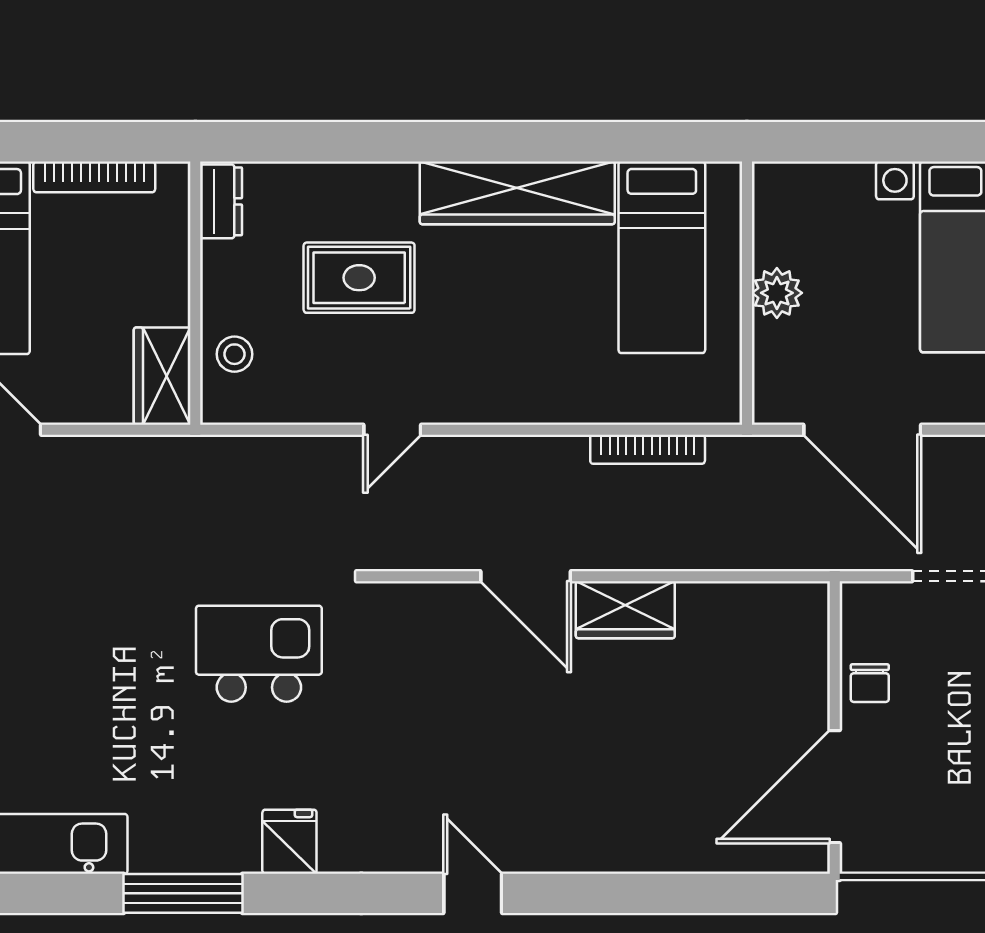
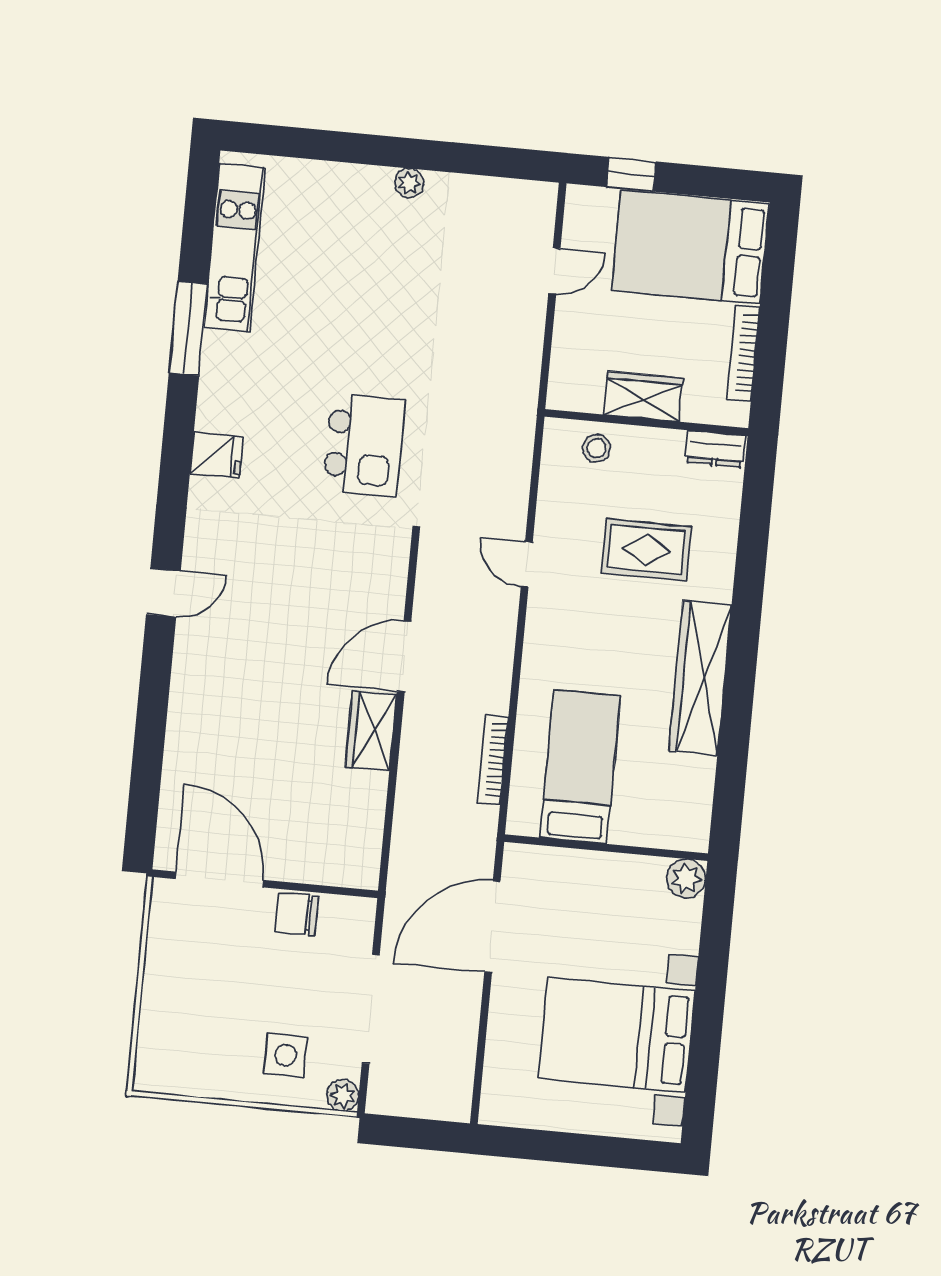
bed: (662, 257) -> (580, 767), moved, turned 90
rug: (359, 278) -> (646, 550), turned 90
plant: (777, 293) -> (686, 879), moved
wardrobe: (162, 376) -> (643, 396), moved
chair: (870, 683) -> (297, 914), width x1.37, depth x1.37
window: (183, 893) -> (188, 329), moved

